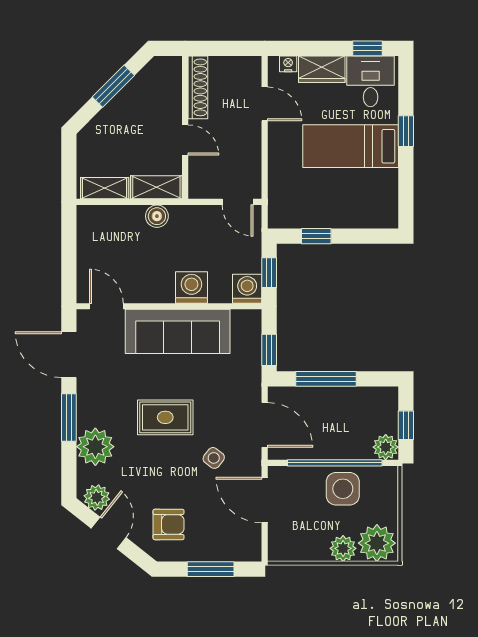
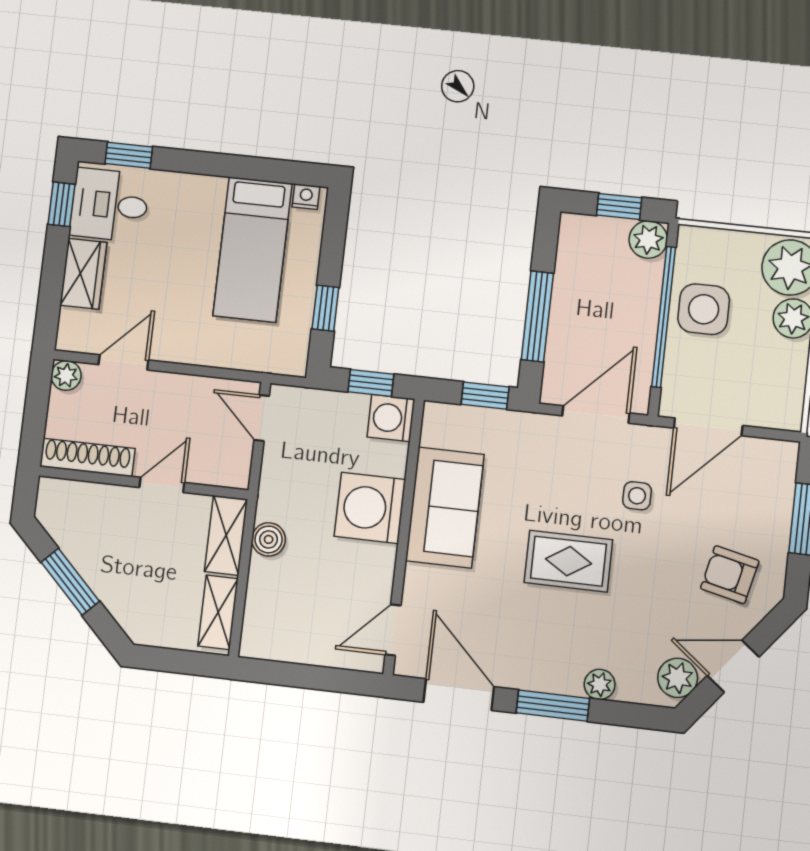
nightstand: (288, 64) -> (306, 197), moved, turned 90
plant: (252, 66) -> (66, 376), added
window: (406, 131) -> (129, 155), moved
bed: (351, 146) -> (252, 249), moved
door: (238, 202) -> (262, 418), swing flipped
washing machine: (191, 287) -> (370, 508), width x1.37, depth x1.37
sofa: (178, 331) -> (445, 508), width x0.73
door: (69, 355) -> (459, 695), swing flipped
rug: (165, 417) -> (568, 561), turned 90
plant: (95, 447) -> (600, 684), width x0.53, depth x0.53
side table: (214, 458) -> (637, 496), turned -38
armchair: (168, 524) -> (730, 575), turned -77

